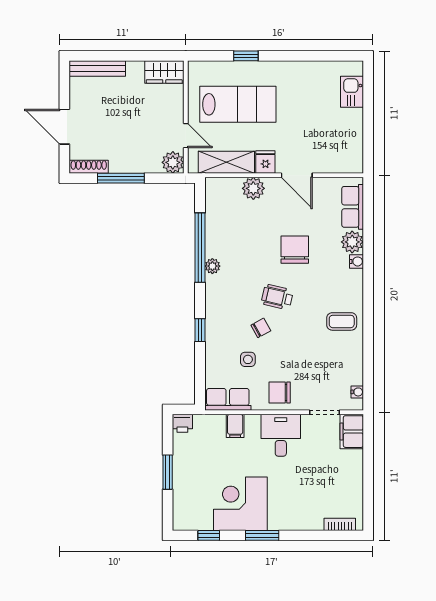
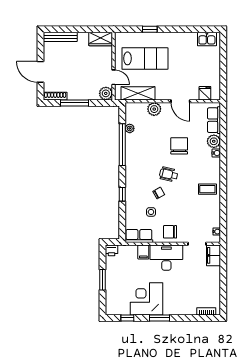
kitchen sink: (352, 92) -> (207, 39), moved, turned -90
fridge: (265, 162) -> (205, 93), moved
plant: (212, 266) -> (130, 128), moved
desk: (281, 435) -> (166, 258), width x1.37

